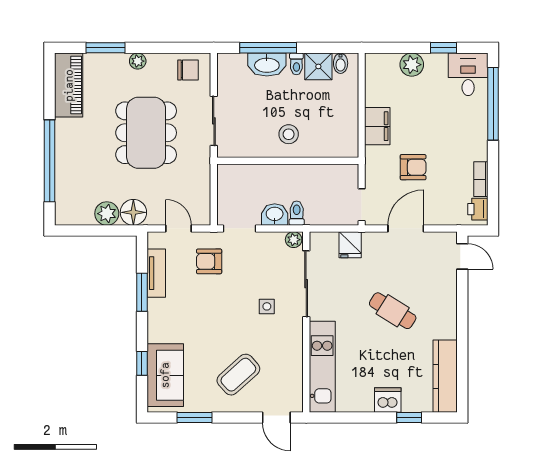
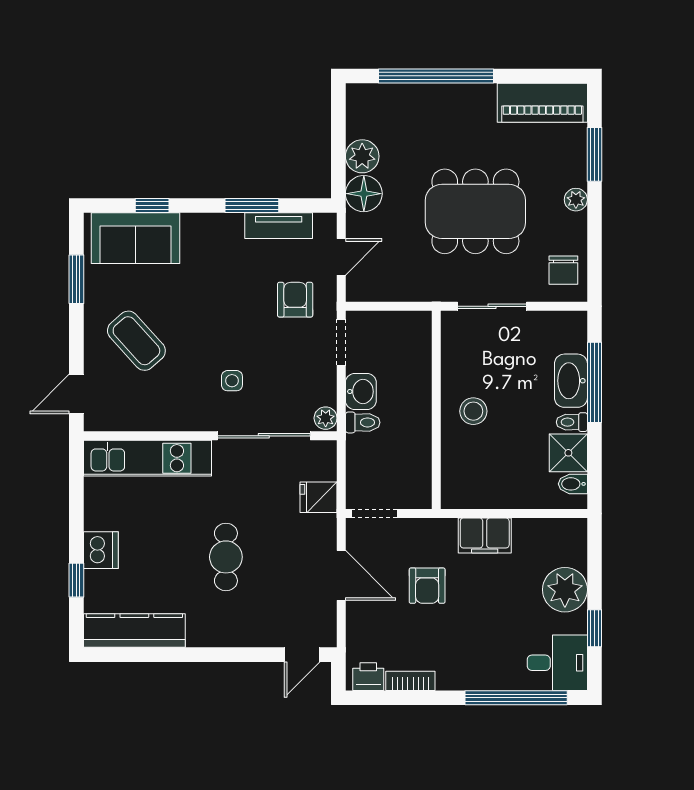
plant: (412, 65) -> (565, 590), width x1.36, depth x1.36
cafe table: (393, 311) -> (226, 557), turned -32

